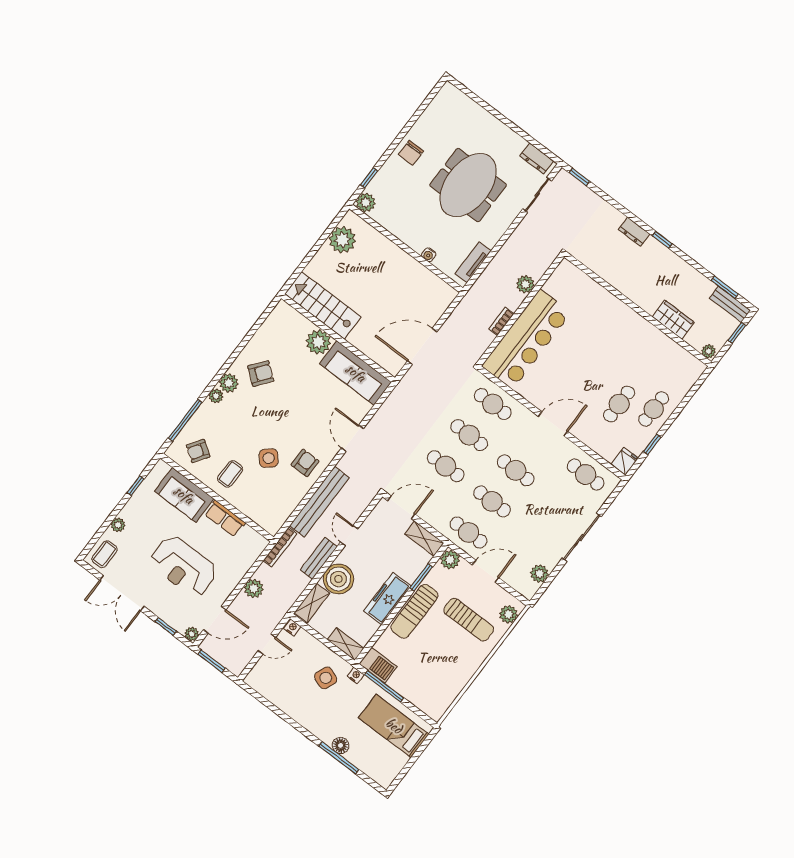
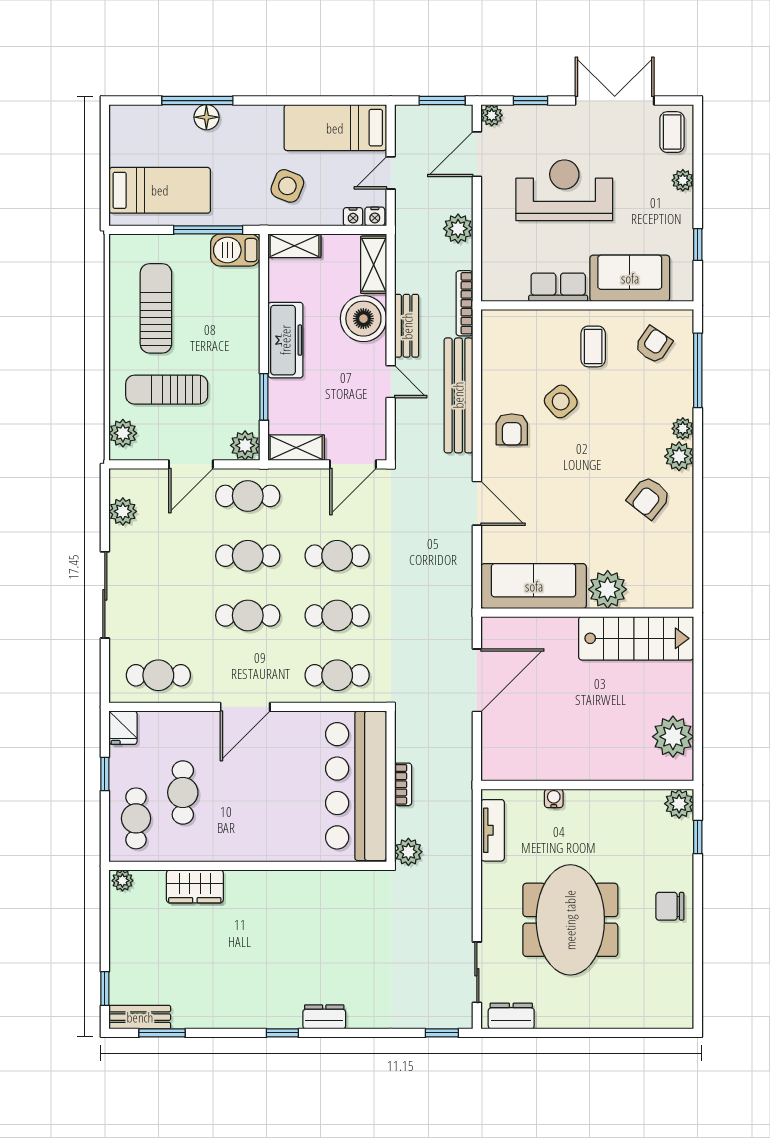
chair: (411, 153) -> (670, 906), turned -90
wall: (638, 309) -> (248, 866), moved
wardrobe: (673, 320) -> (195, 886), moved
plant: (709, 351) -> (122, 881), moved
sun lounger: (414, 611) -> (156, 308), moved
nightstand: (356, 675) -> (353, 217), moved
bed: (278, 689) -> (335, 128), added

